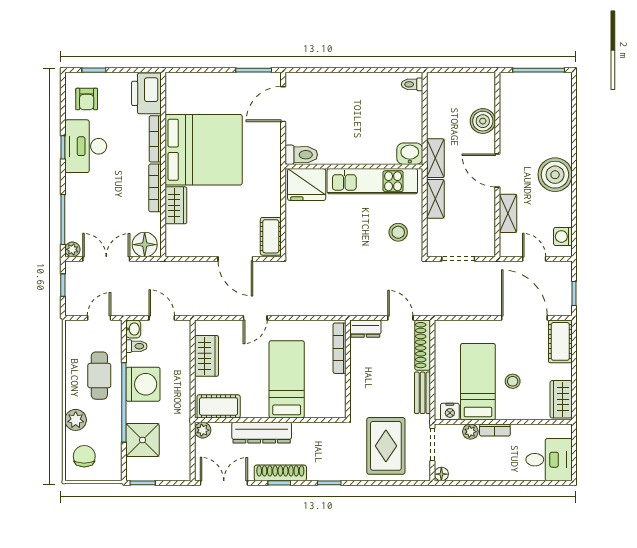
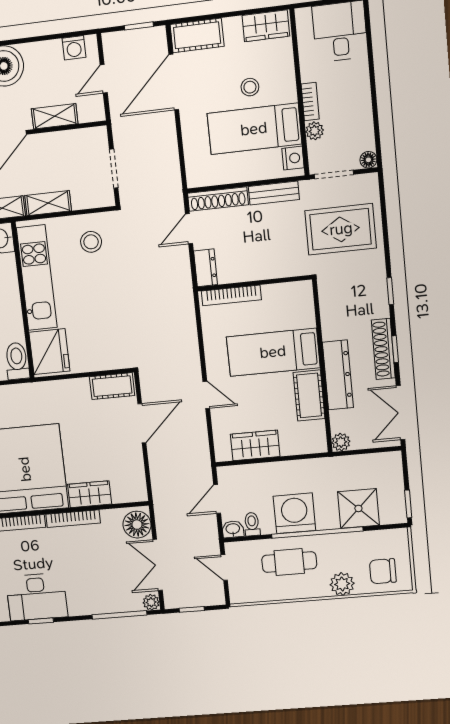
cot: (219, 406) -> (309, 395), moved

